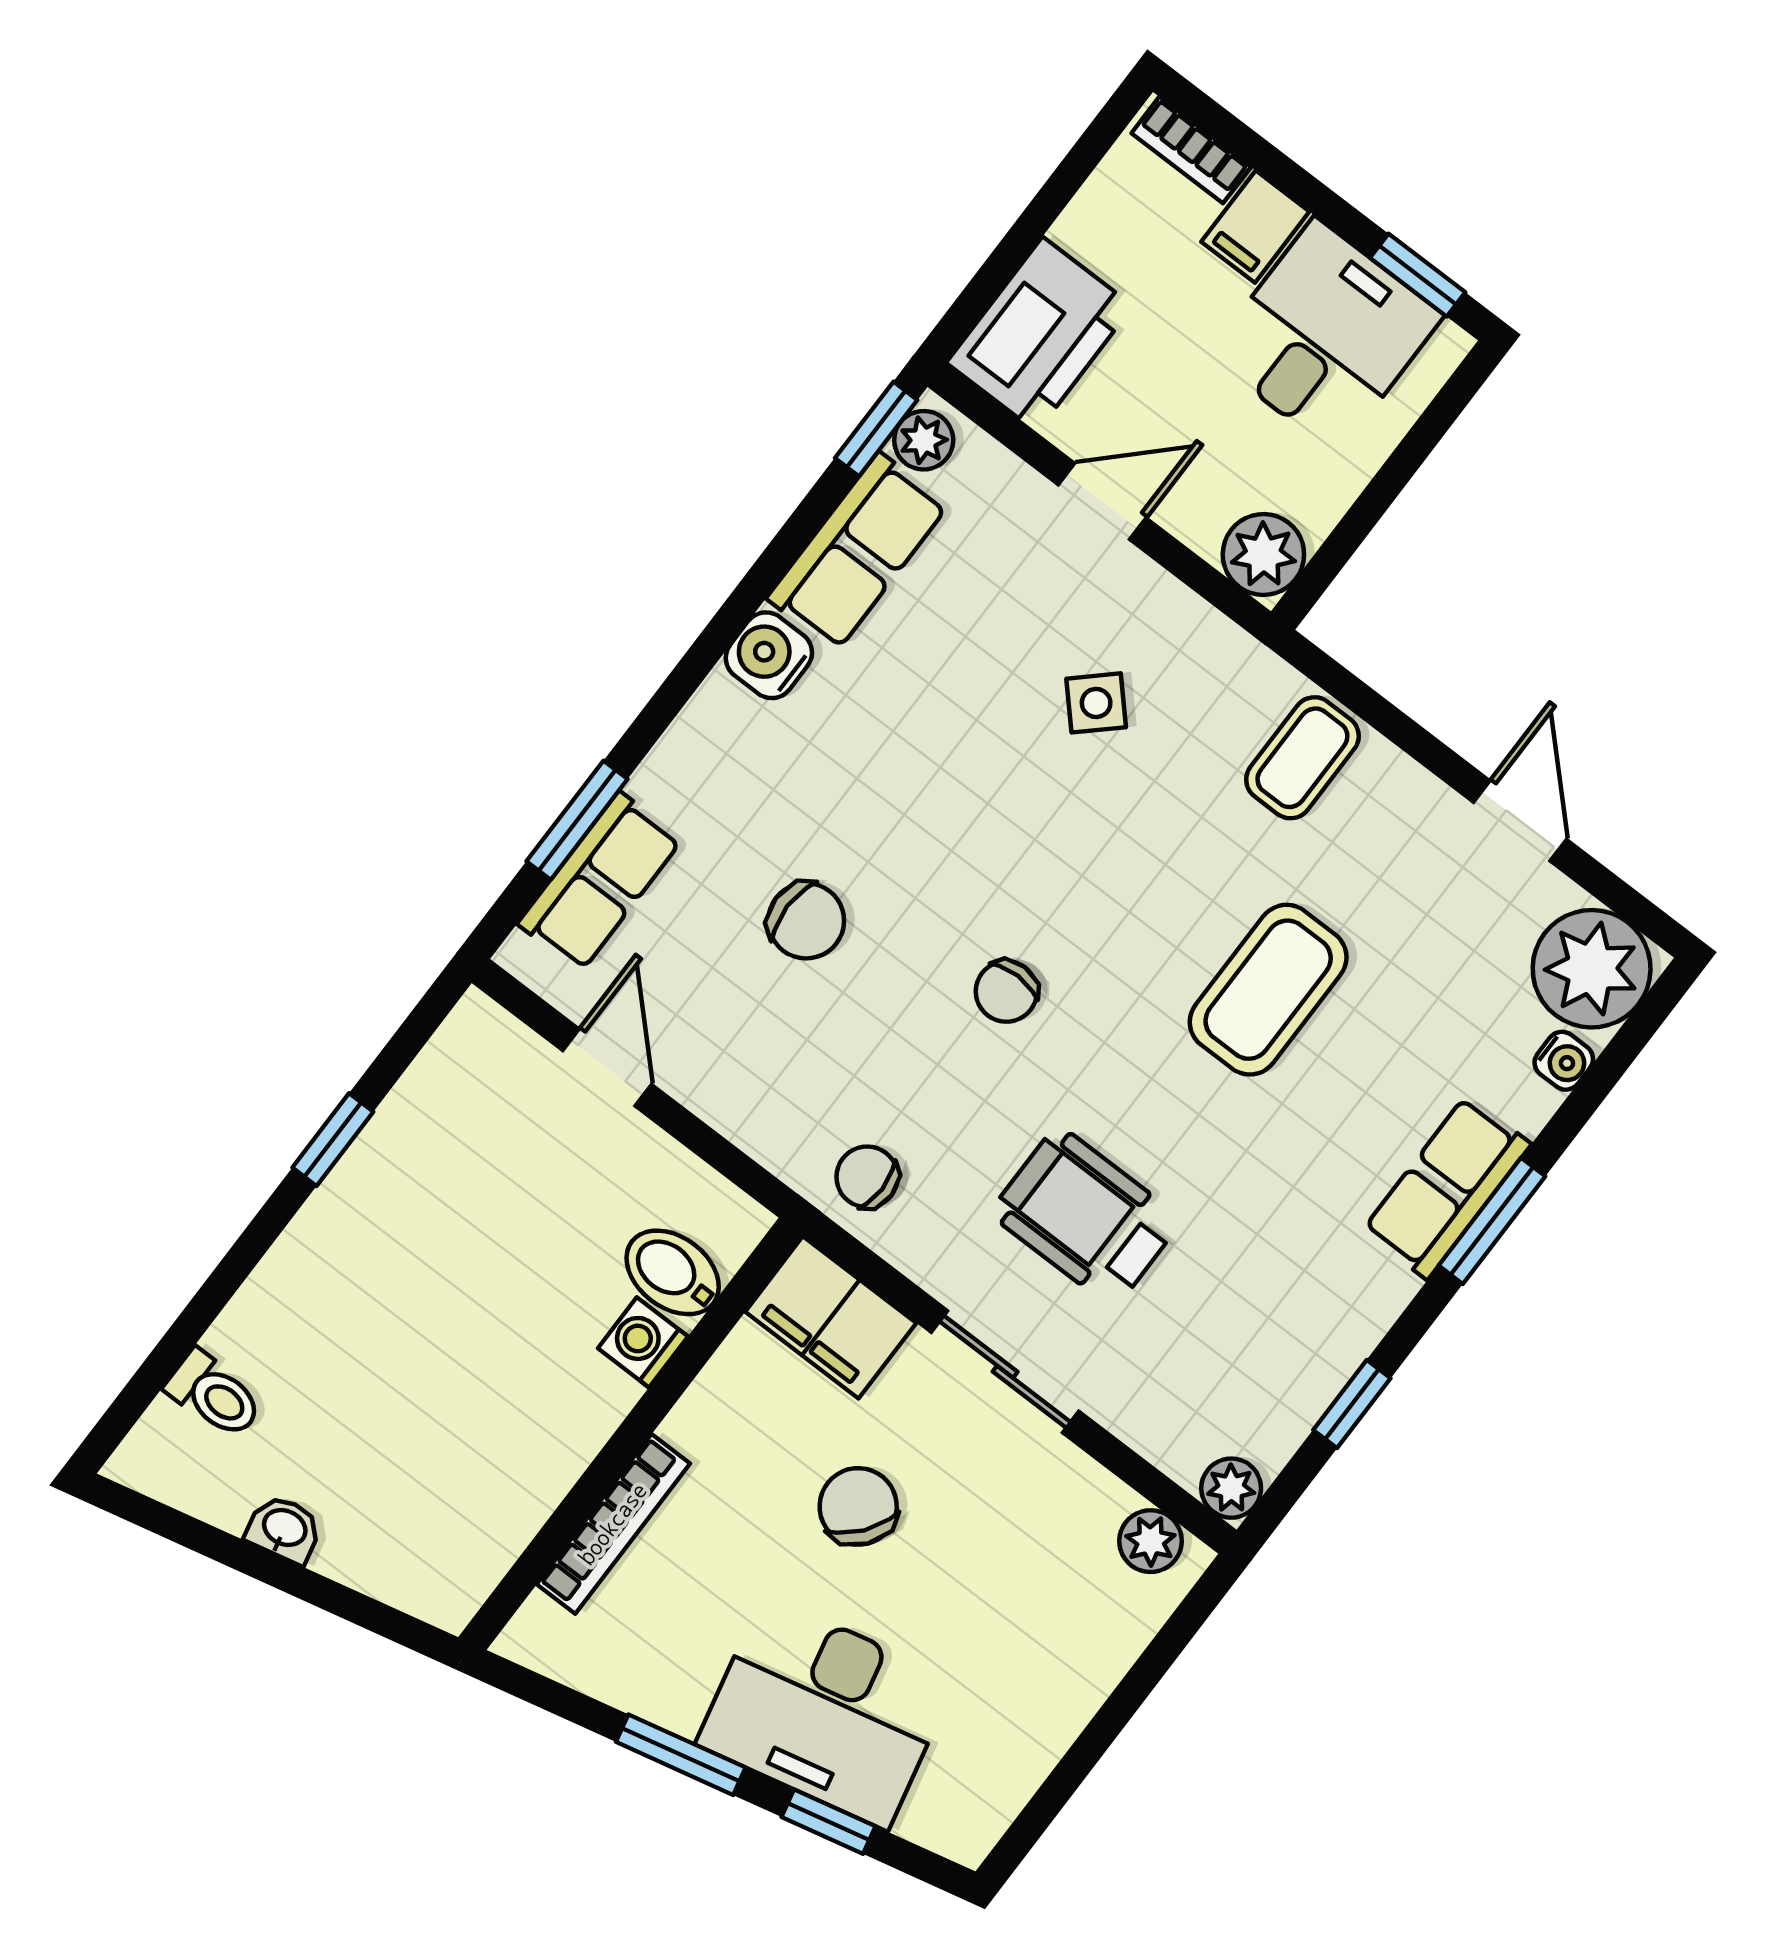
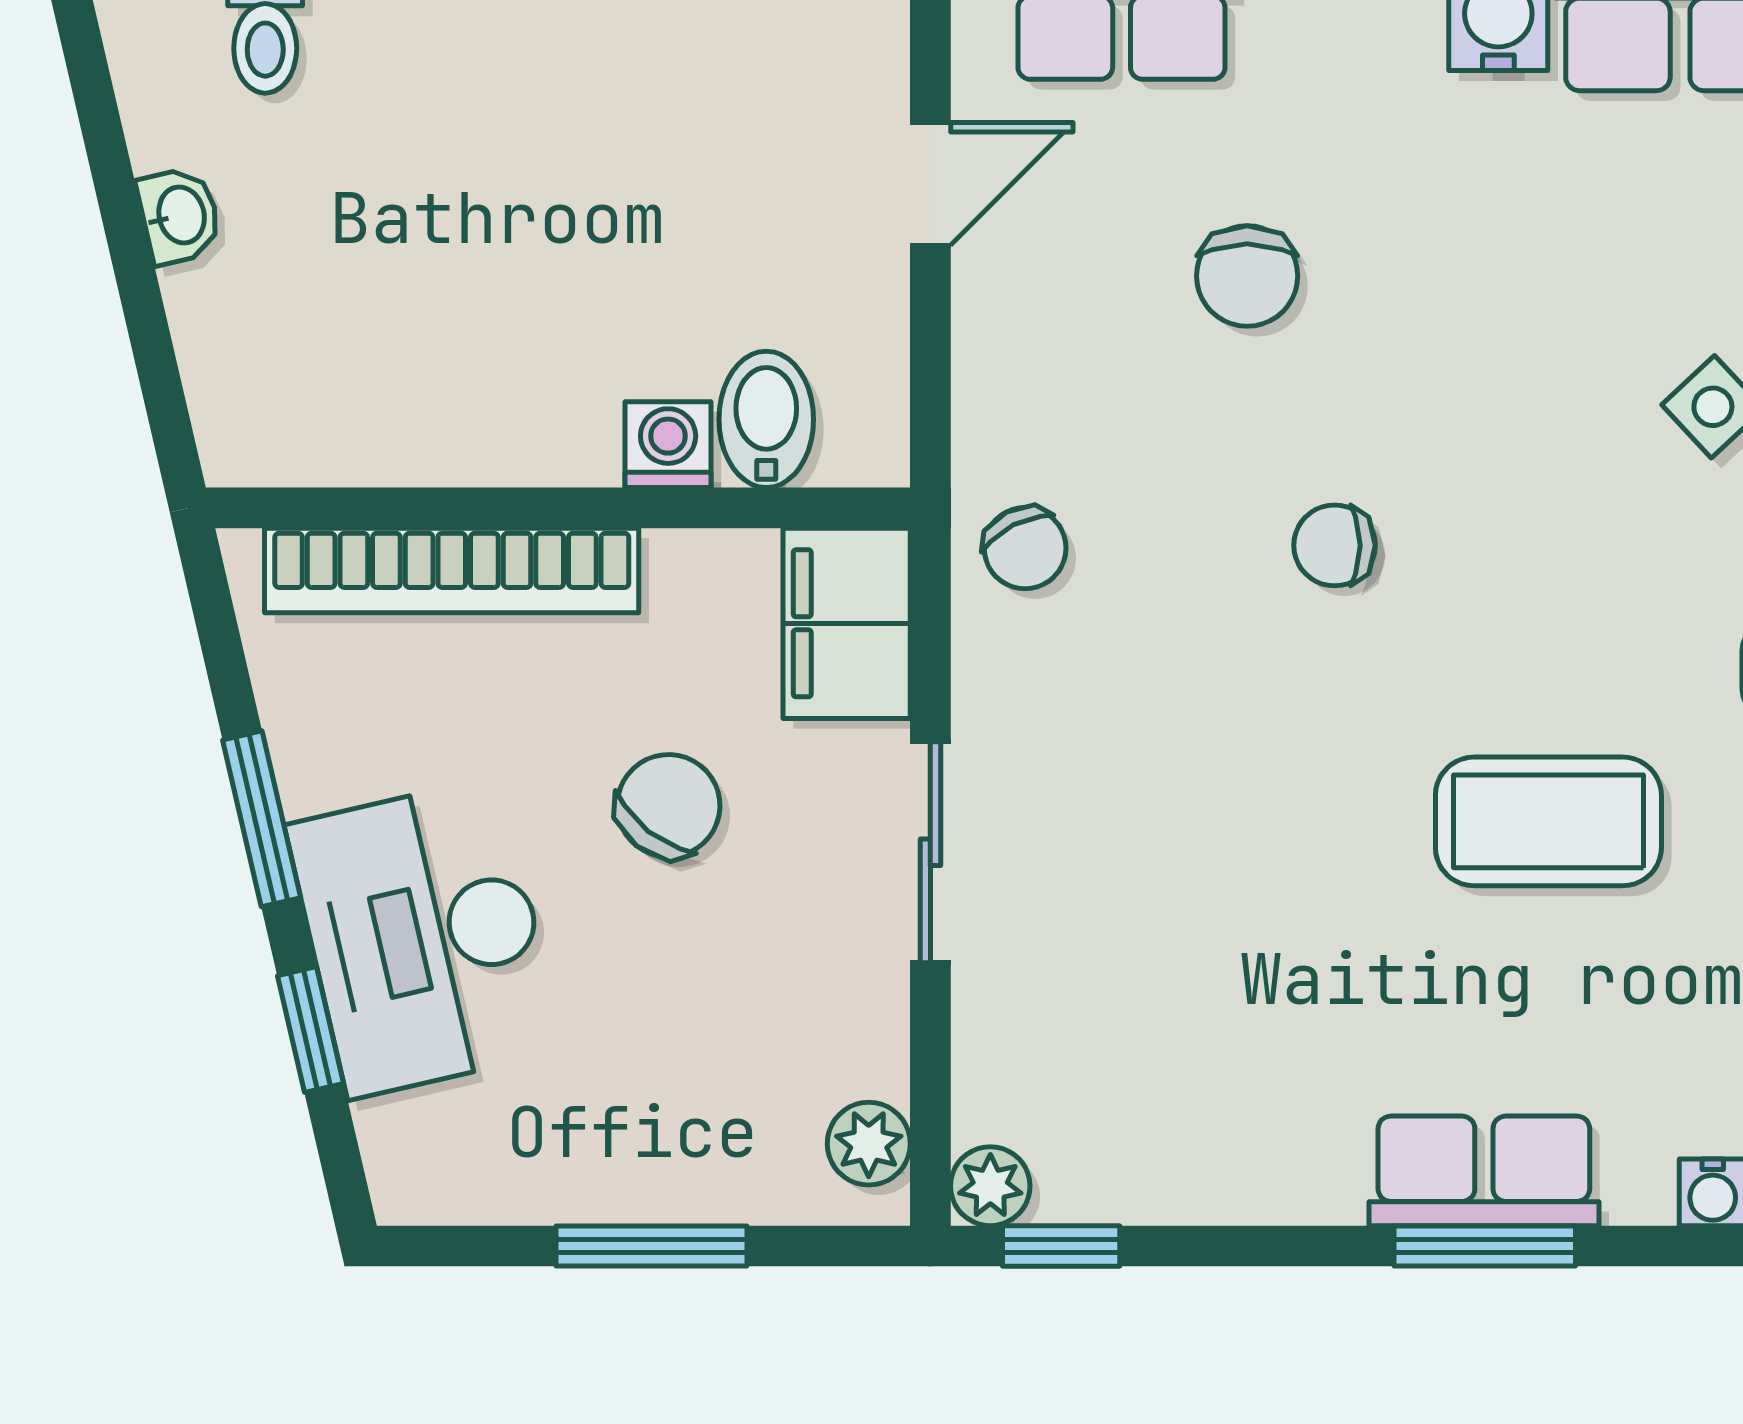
chair: (867, 1177) -> (1025, 548), turned 153
wheelchair: (1086, 1216) -> (1160, 812), removed
window: (1352, 1404) -> (1061, 1246), moved
bookcase: (613, 1524) -> (452, 571), width x1.48, depth x1.31
window: (1113, 1717) -> (652, 1246), added

